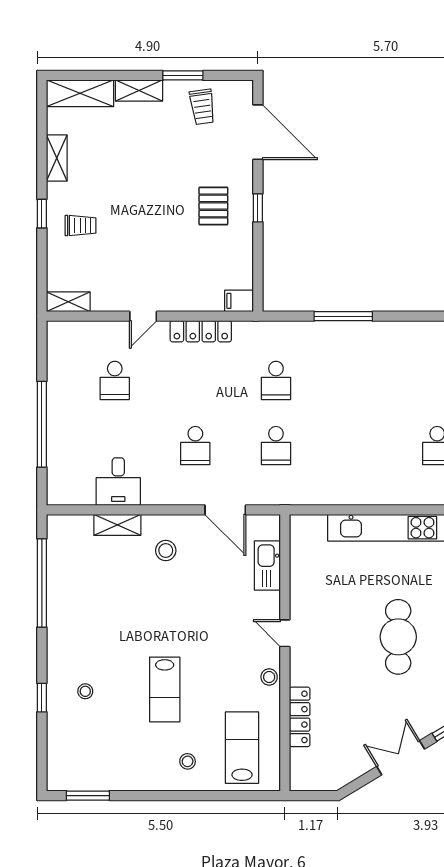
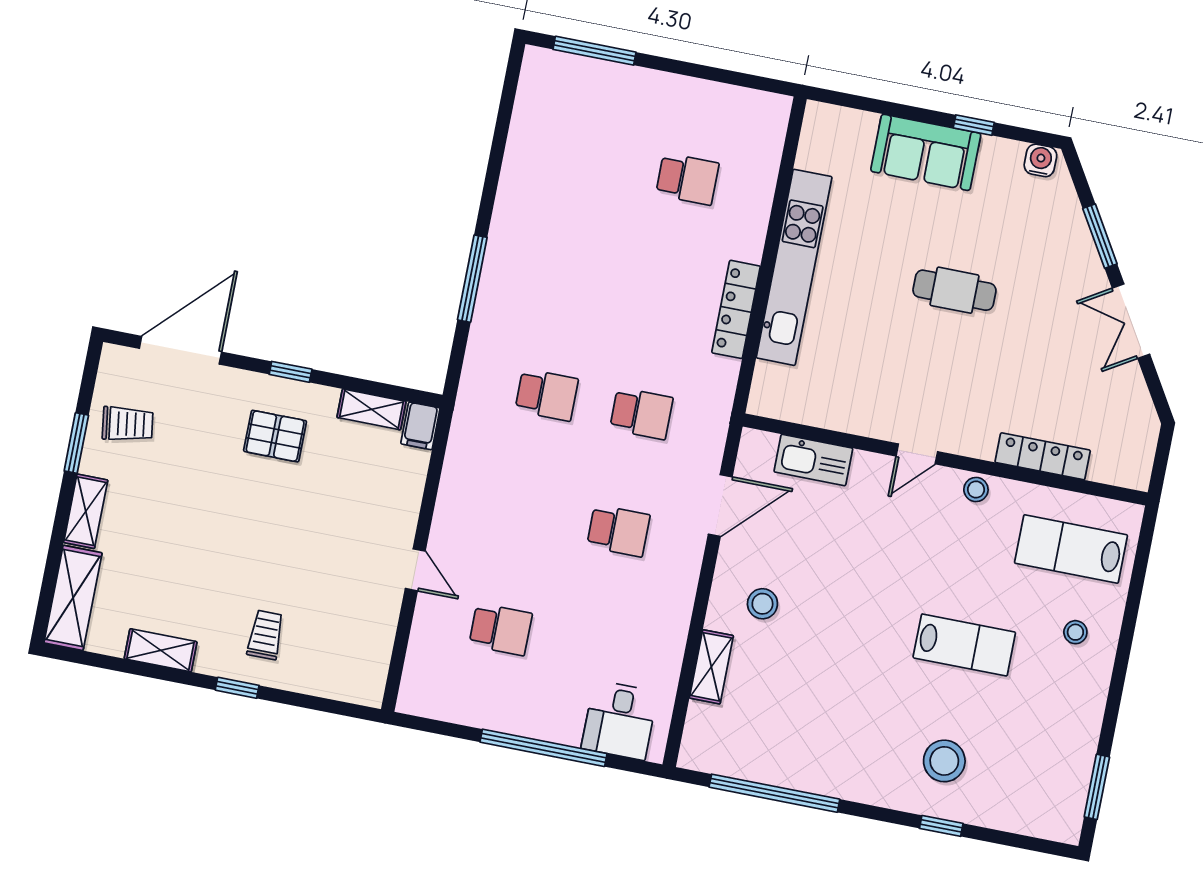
shelving: (68, 302) -> (372, 409), moved, turned 90
locker: (201, 331) -> (736, 309), moved, turned 180
desk: (118, 482) -> (619, 720), moved, turned 90
cafe table: (398, 637) -> (954, 290), width x0.73, depth x0.74
stool: (85, 691) -> (944, 761), width x1.89, depth x1.89

